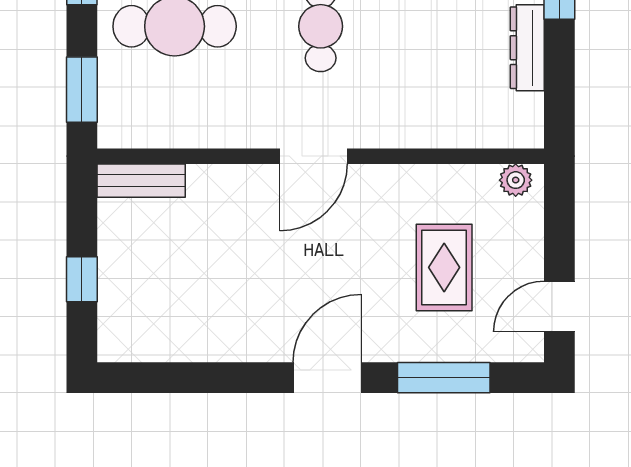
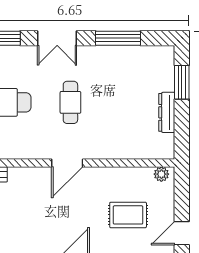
rug: (444, 267) -> (128, 215), turned 90

